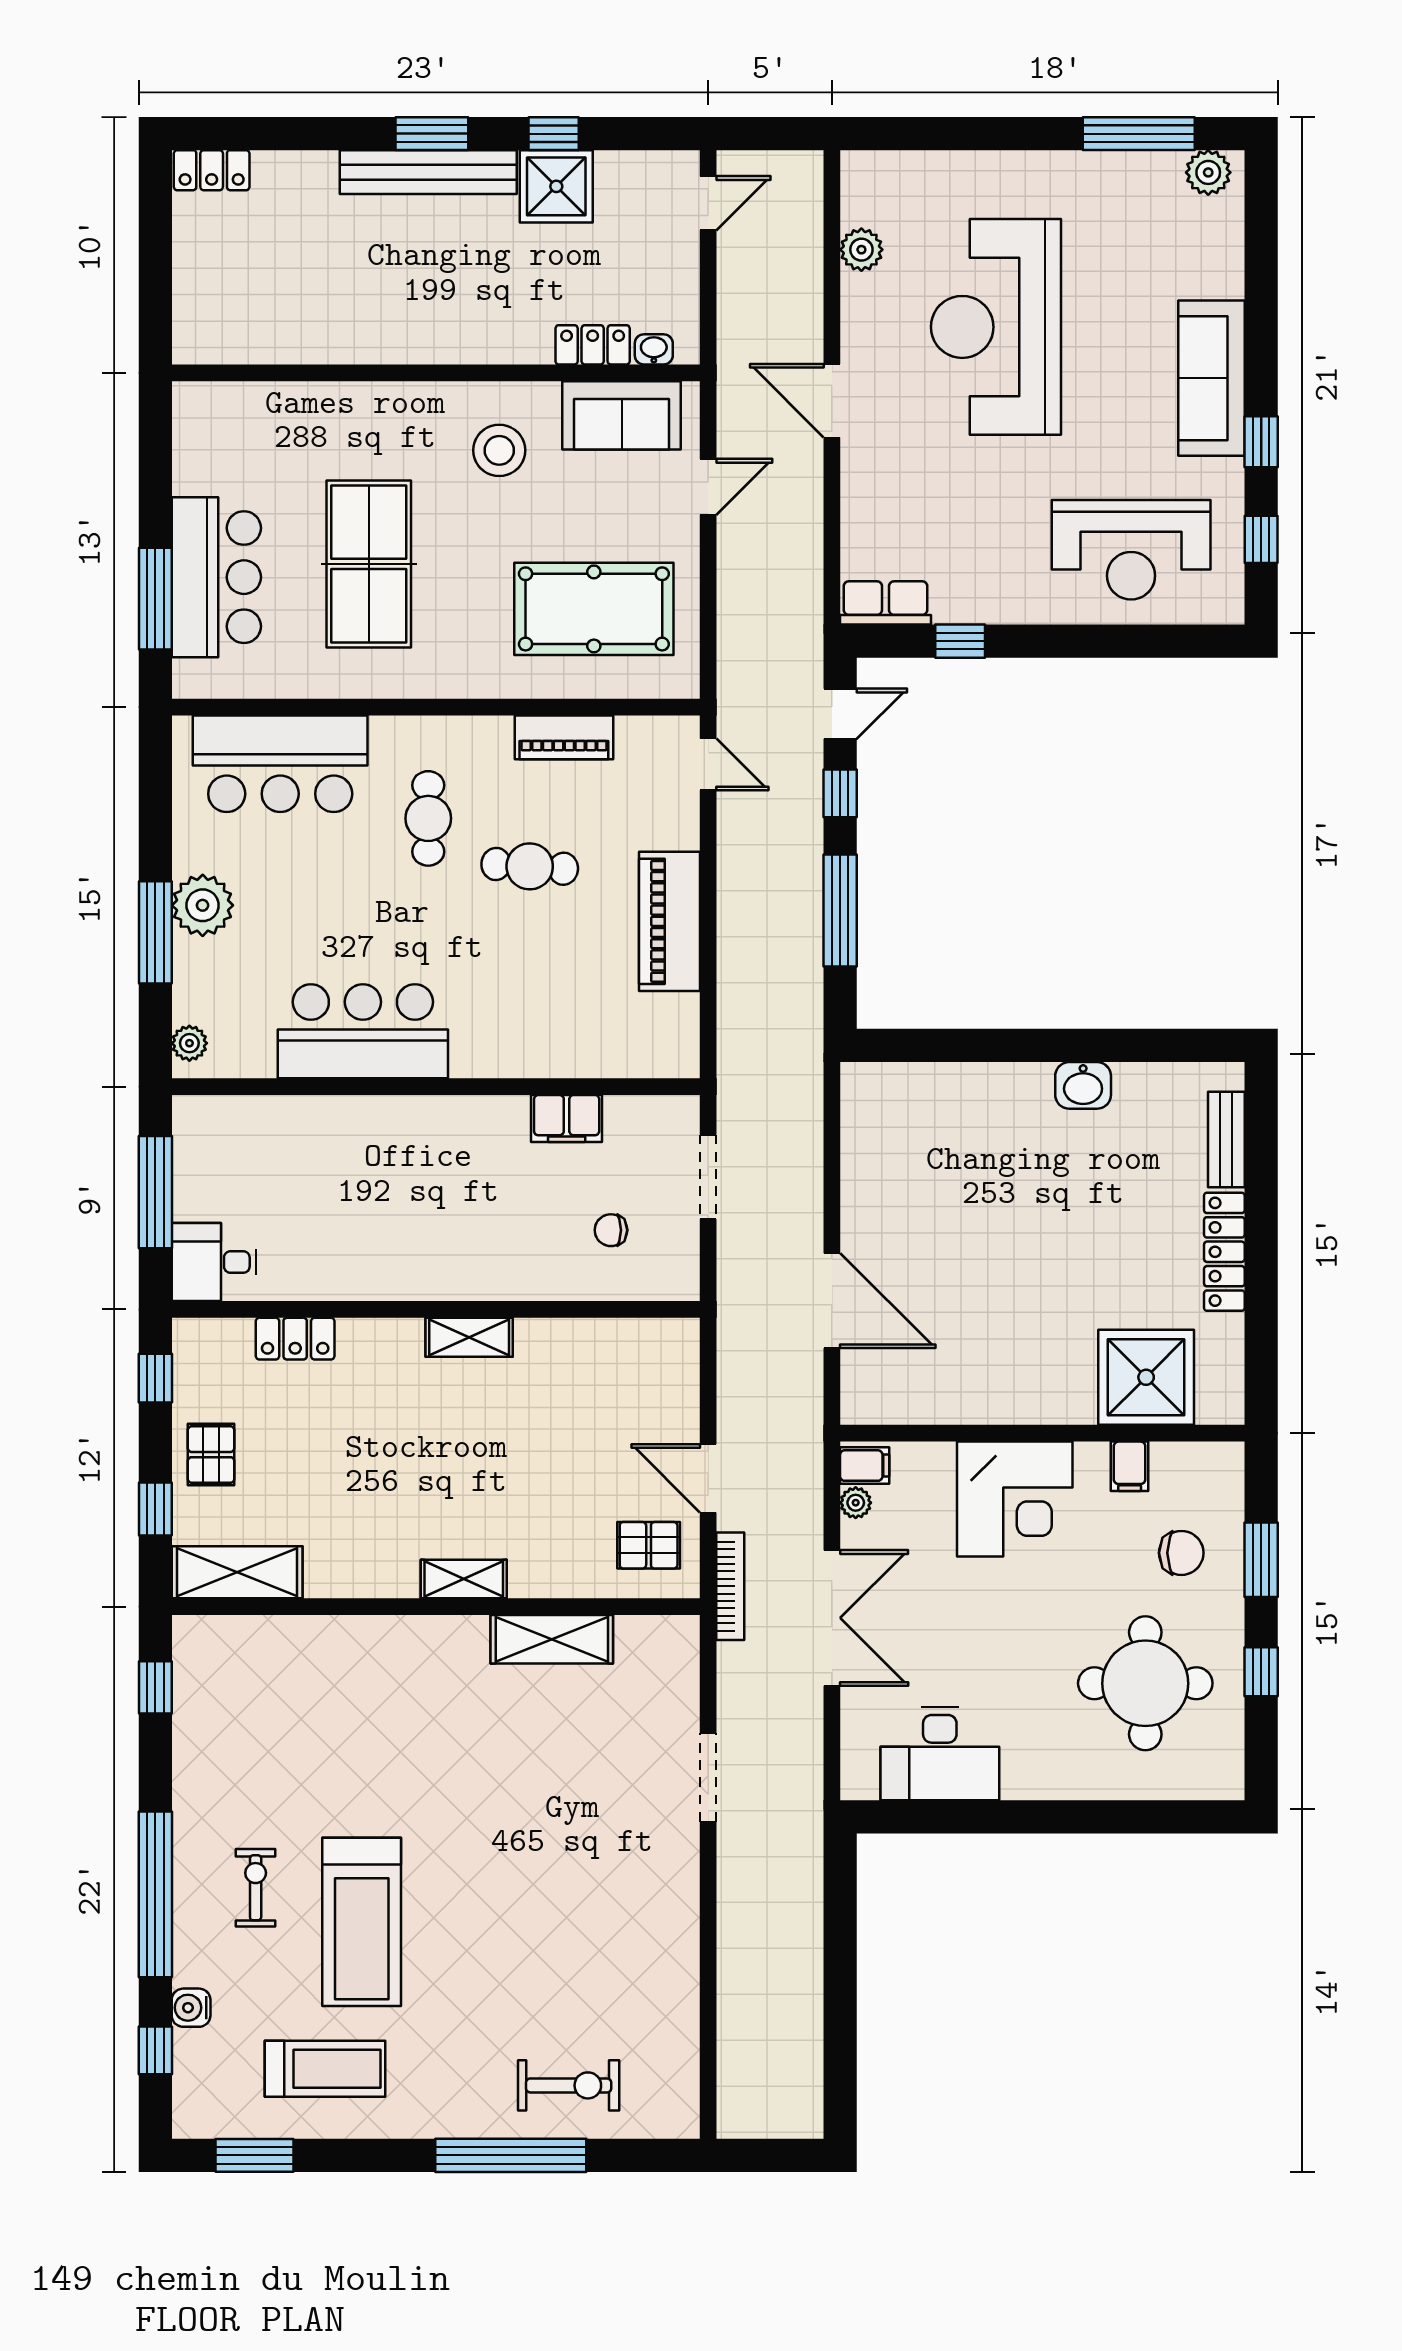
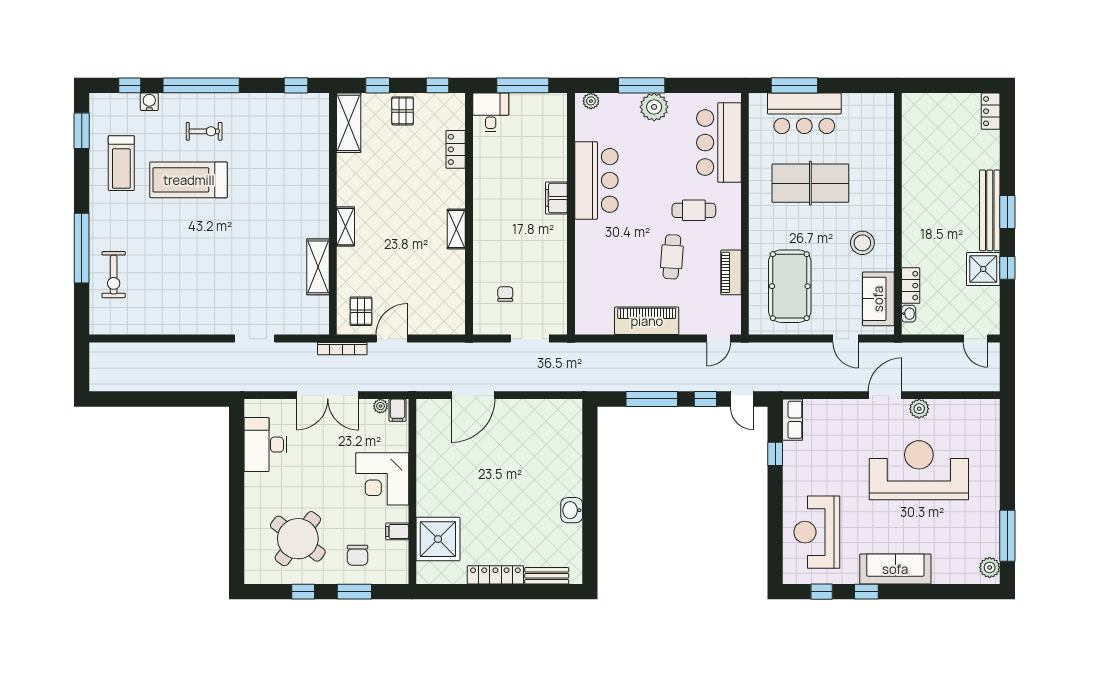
plant: (861, 250) -> (919, 409), moved
filing cabinet: (567, 1118) -> (556, 198), moved
pallet: (211, 1455) -> (403, 111), turned 90
round table: (1145, 1683) -> (298, 539), turned 37

